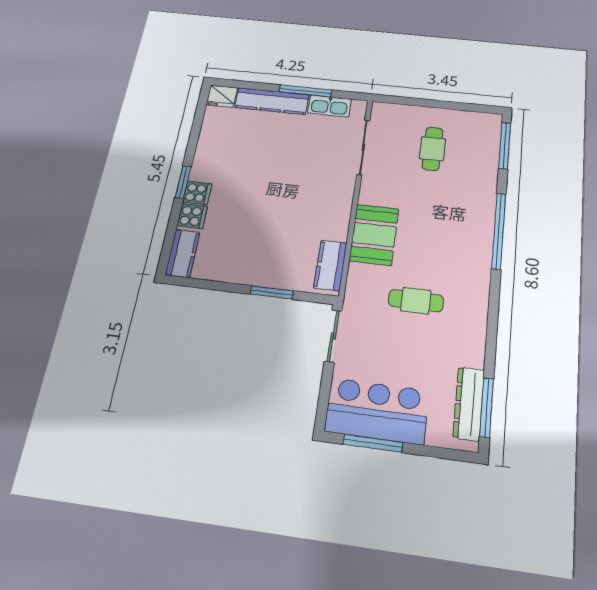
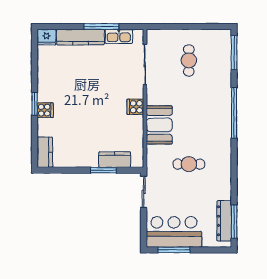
cooker: (192, 216) -> (135, 107), moved, turned 180
kitchen counter: (330, 265) -> (115, 160), moved, turned 90

